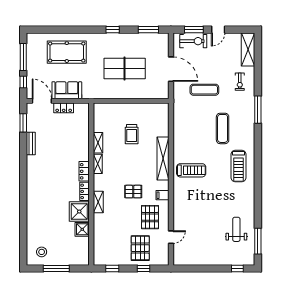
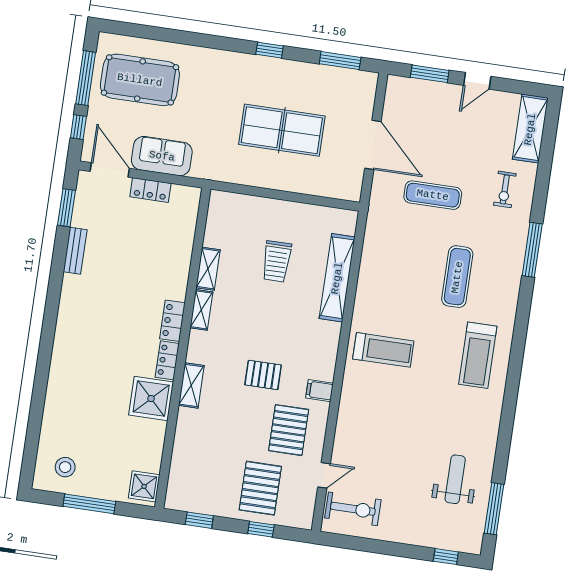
exercise bike: (193, 41) -> (353, 509), moved
pool table: (67, 52) -> (140, 80), moved
shelving: (163, 158) -> (337, 278), moved
shower: (82, 229) -> (144, 486), moved

